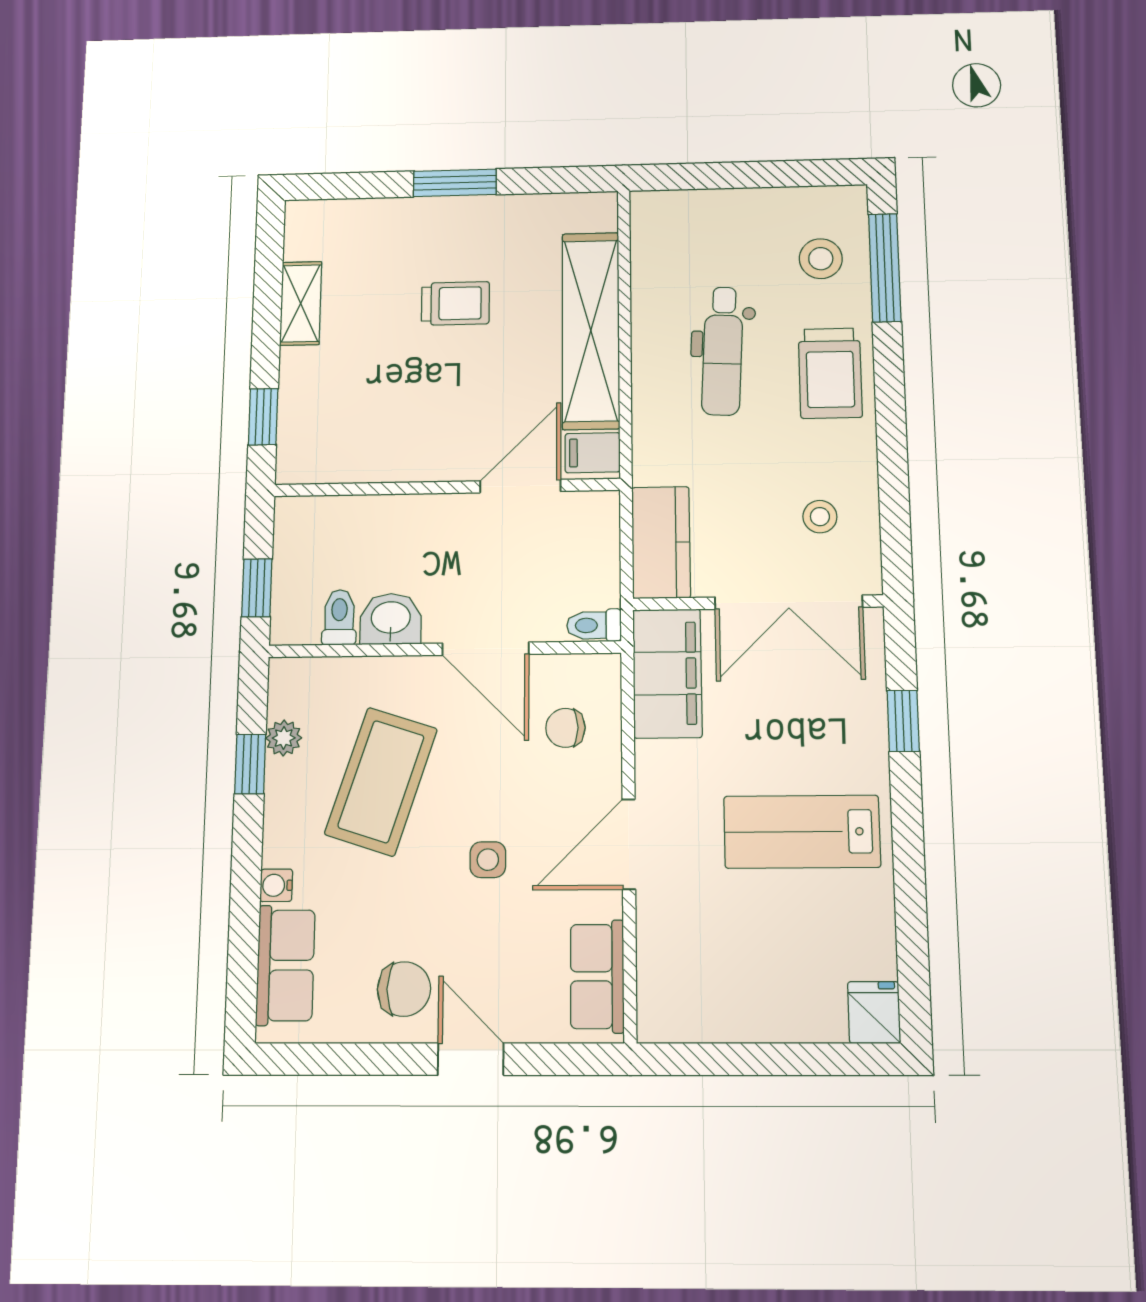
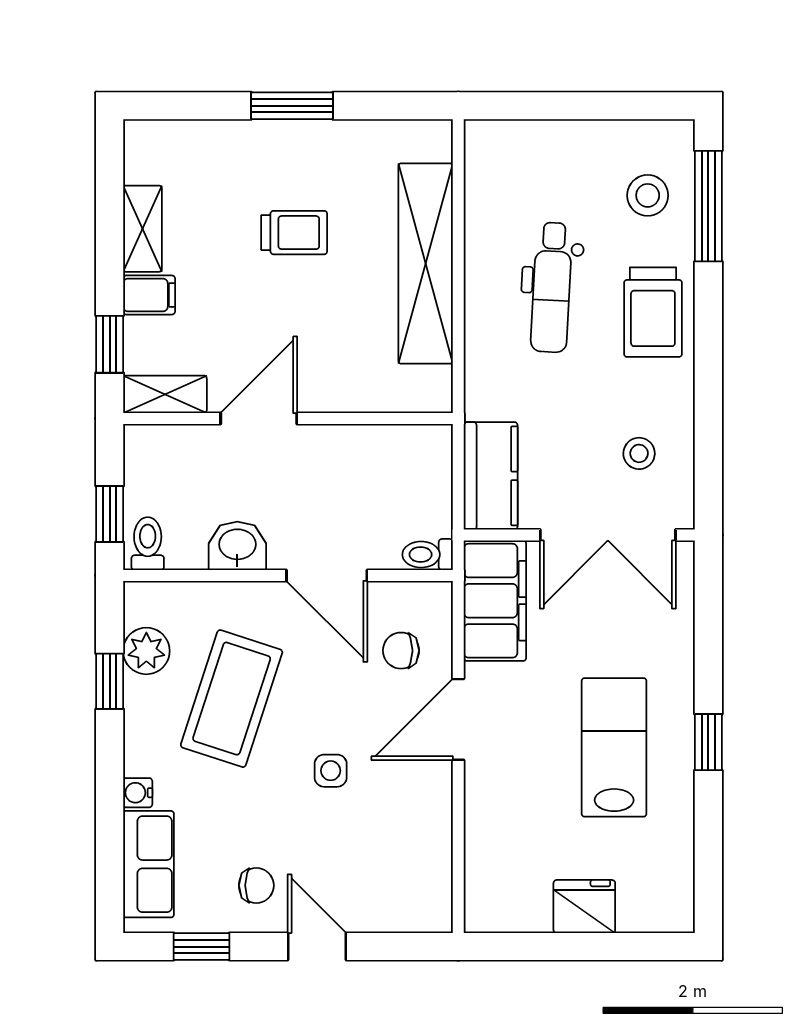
filing cabinet: (593, 453) -> (149, 295), moved, turned 180
shelving: (319, 465) -> (165, 394), added
door: (520, 486) -> (259, 419), moved
toilet: (339, 617) -> (148, 544), moved
window: (903, 721) -> (708, 742), moved
plant: (284, 738) -> (146, 651), width x1.38, depth x1.38
lab bench: (802, 832) -> (614, 747), turned 90
door: (629, 844) -> (458, 719), moved
row of seats: (597, 976) -> (429, 875), removed
chair: (404, 989) -> (256, 885), width x0.73, depth x0.73
fridge: (874, 1012) -> (584, 907), moved, width x1.38
window: (341, 1059) -> (201, 947), added

